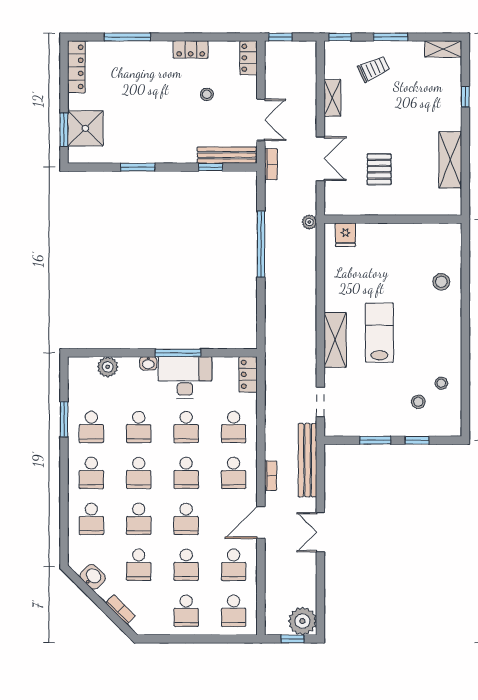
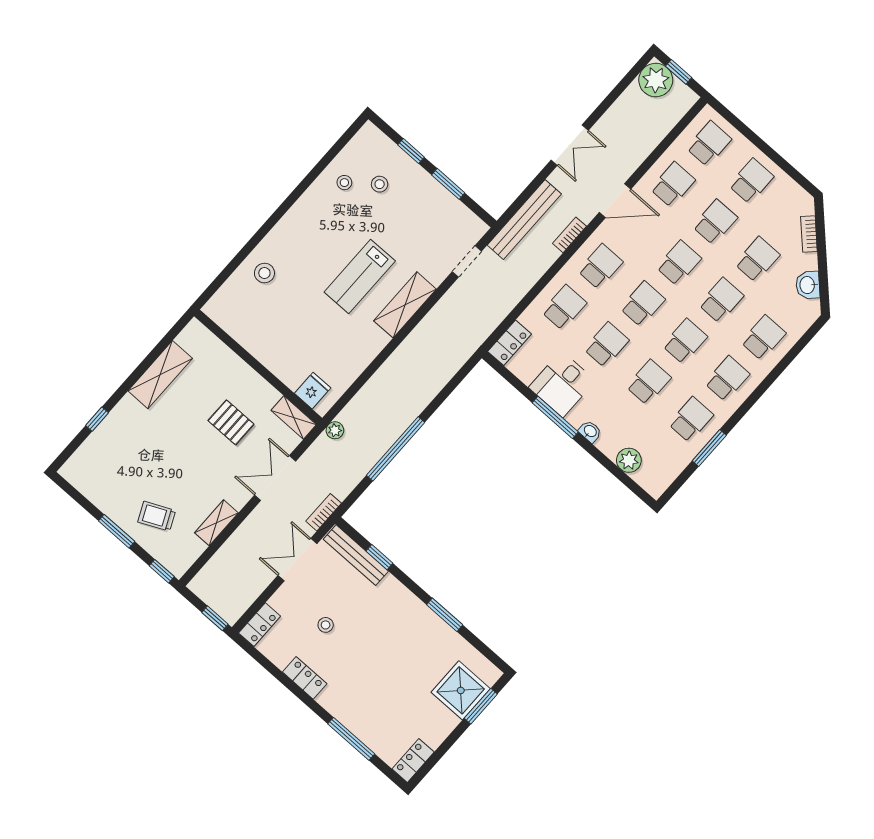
shelving: (443, 49) -> (294, 418), moved
locker: (76, 67) -> (413, 760), width x0.66
pallet: (379, 169) -> (231, 422), turned 90
desk: (185, 378) -> (562, 384), width x0.73

